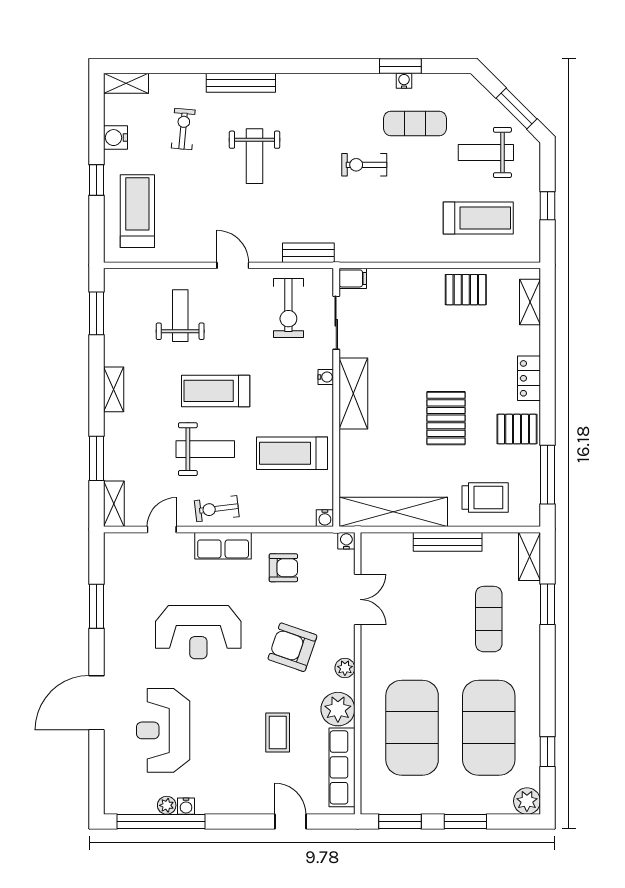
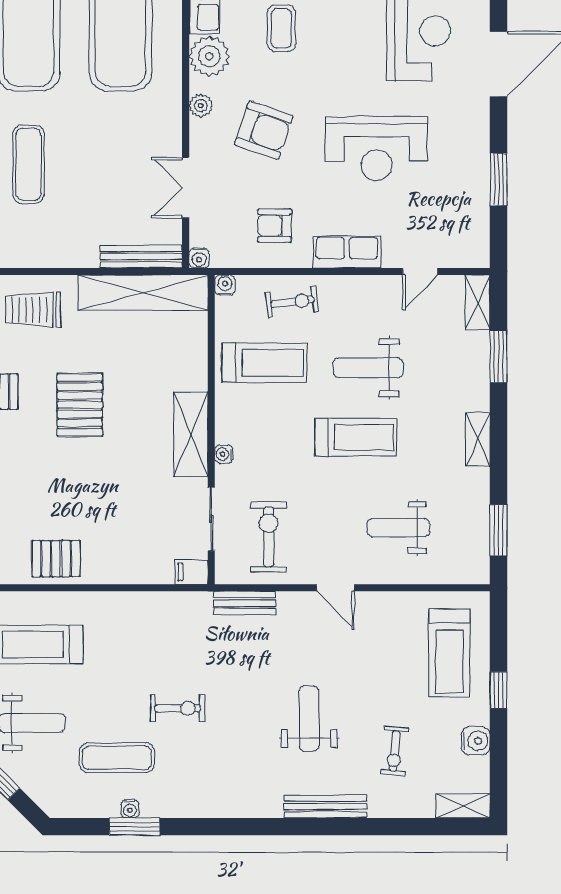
weight bench: (180, 316) -> (398, 528), turned 90
exercise bike: (217, 509) -> (292, 302), moved
bench: (448, 542) -> (141, 257), moved
reception desk: (198, 632) -> (376, 148), turned 180

